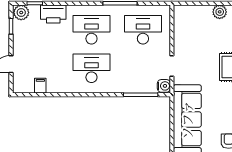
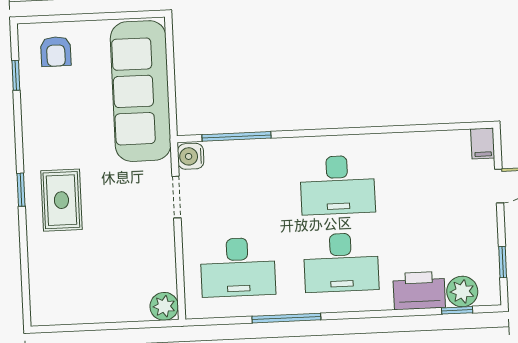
plant: (220, 12) -> (164, 306), moved
plant: (21, 13) -> (462, 292), moved
filing cabinet: (40, 86) -> (483, 144), moved

